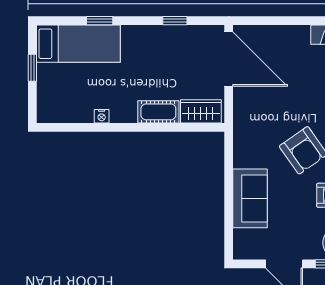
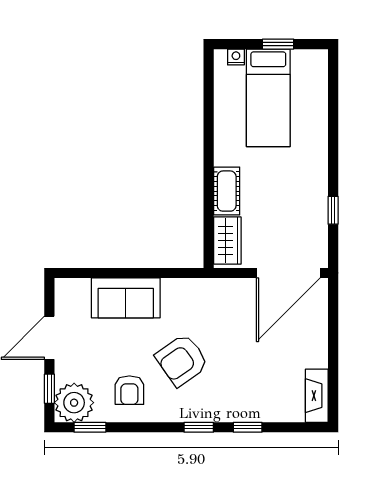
window: (100, 21) -> (333, 122), removed
bed: (78, 44) -> (268, 98), moved
nightstand: (102, 116) -> (236, 57), moved, turned 90

